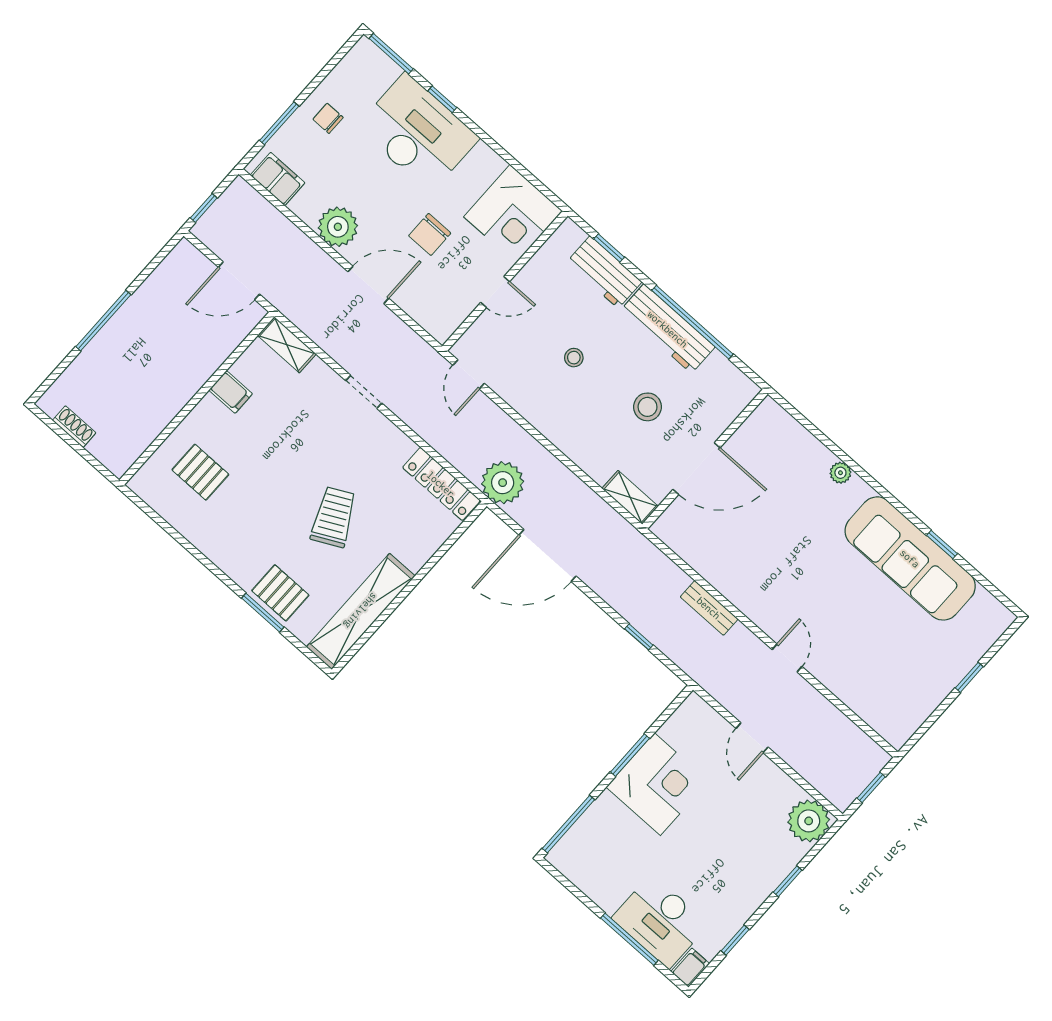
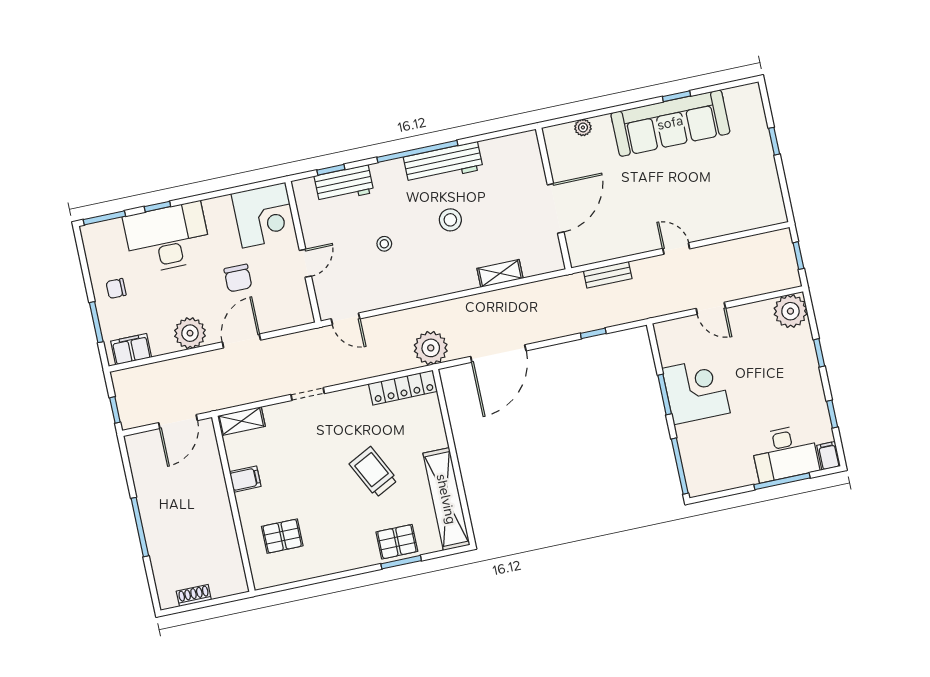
workbench: (668, 329) -> (443, 163), moved
wall: (705, 459) -> (554, 199), moved
door: (697, 469) -> (556, 208), moved

